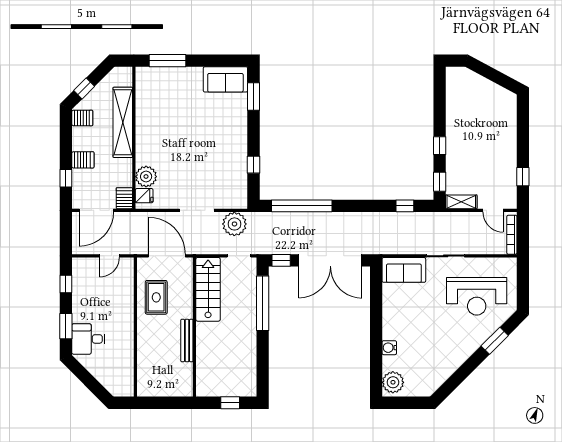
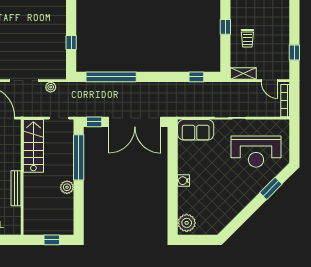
trolley: (466, 159) -> (247, 38), added
window: (440, 182) -> (225, 57), removed
plant: (234, 224) -> (51, 87), width x0.53, depth x0.53
plant: (248, 339) -> (67, 187), added
water cooler: (389, 348) -> (184, 181), moved

